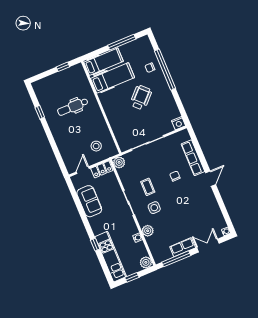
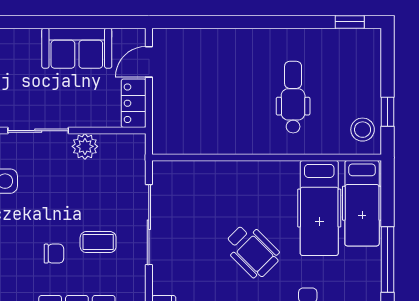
window: (40, 112) -> (350, 22), moved
stool: (96, 146) -> (363, 130), moved
plant: (119, 162) -> (85, 146), moved
door: (83, 170) -> (149, 62), swing flipped
coffee table: (148, 187) -> (98, 242), moved

